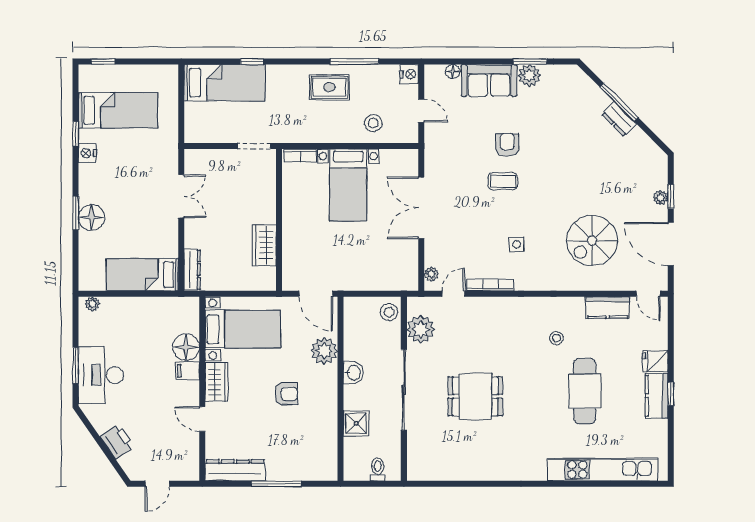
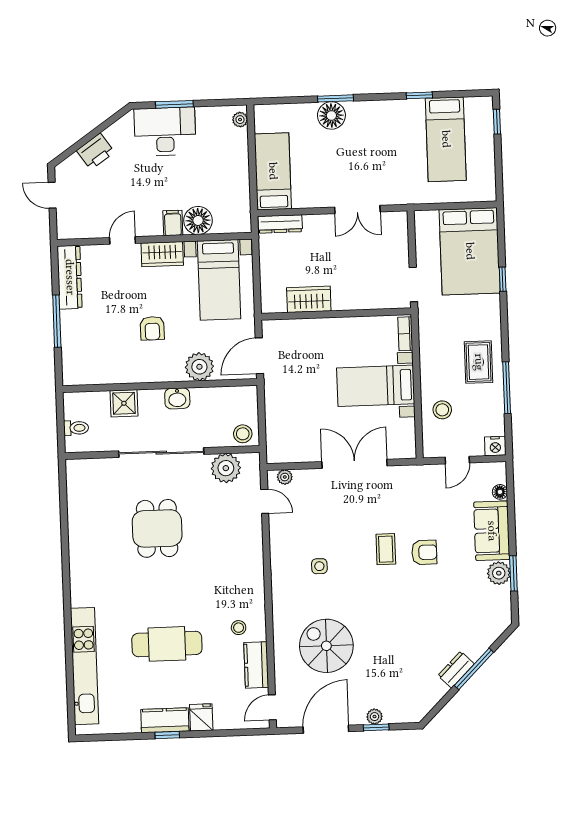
bed: (225, 83) -> (470, 251), width x1.50
nightstand: (87, 153) -> (399, 109), removed
bookcase: (490, 285) -> (276, 540), removed
stool: (556, 338) -> (239, 628), moved

